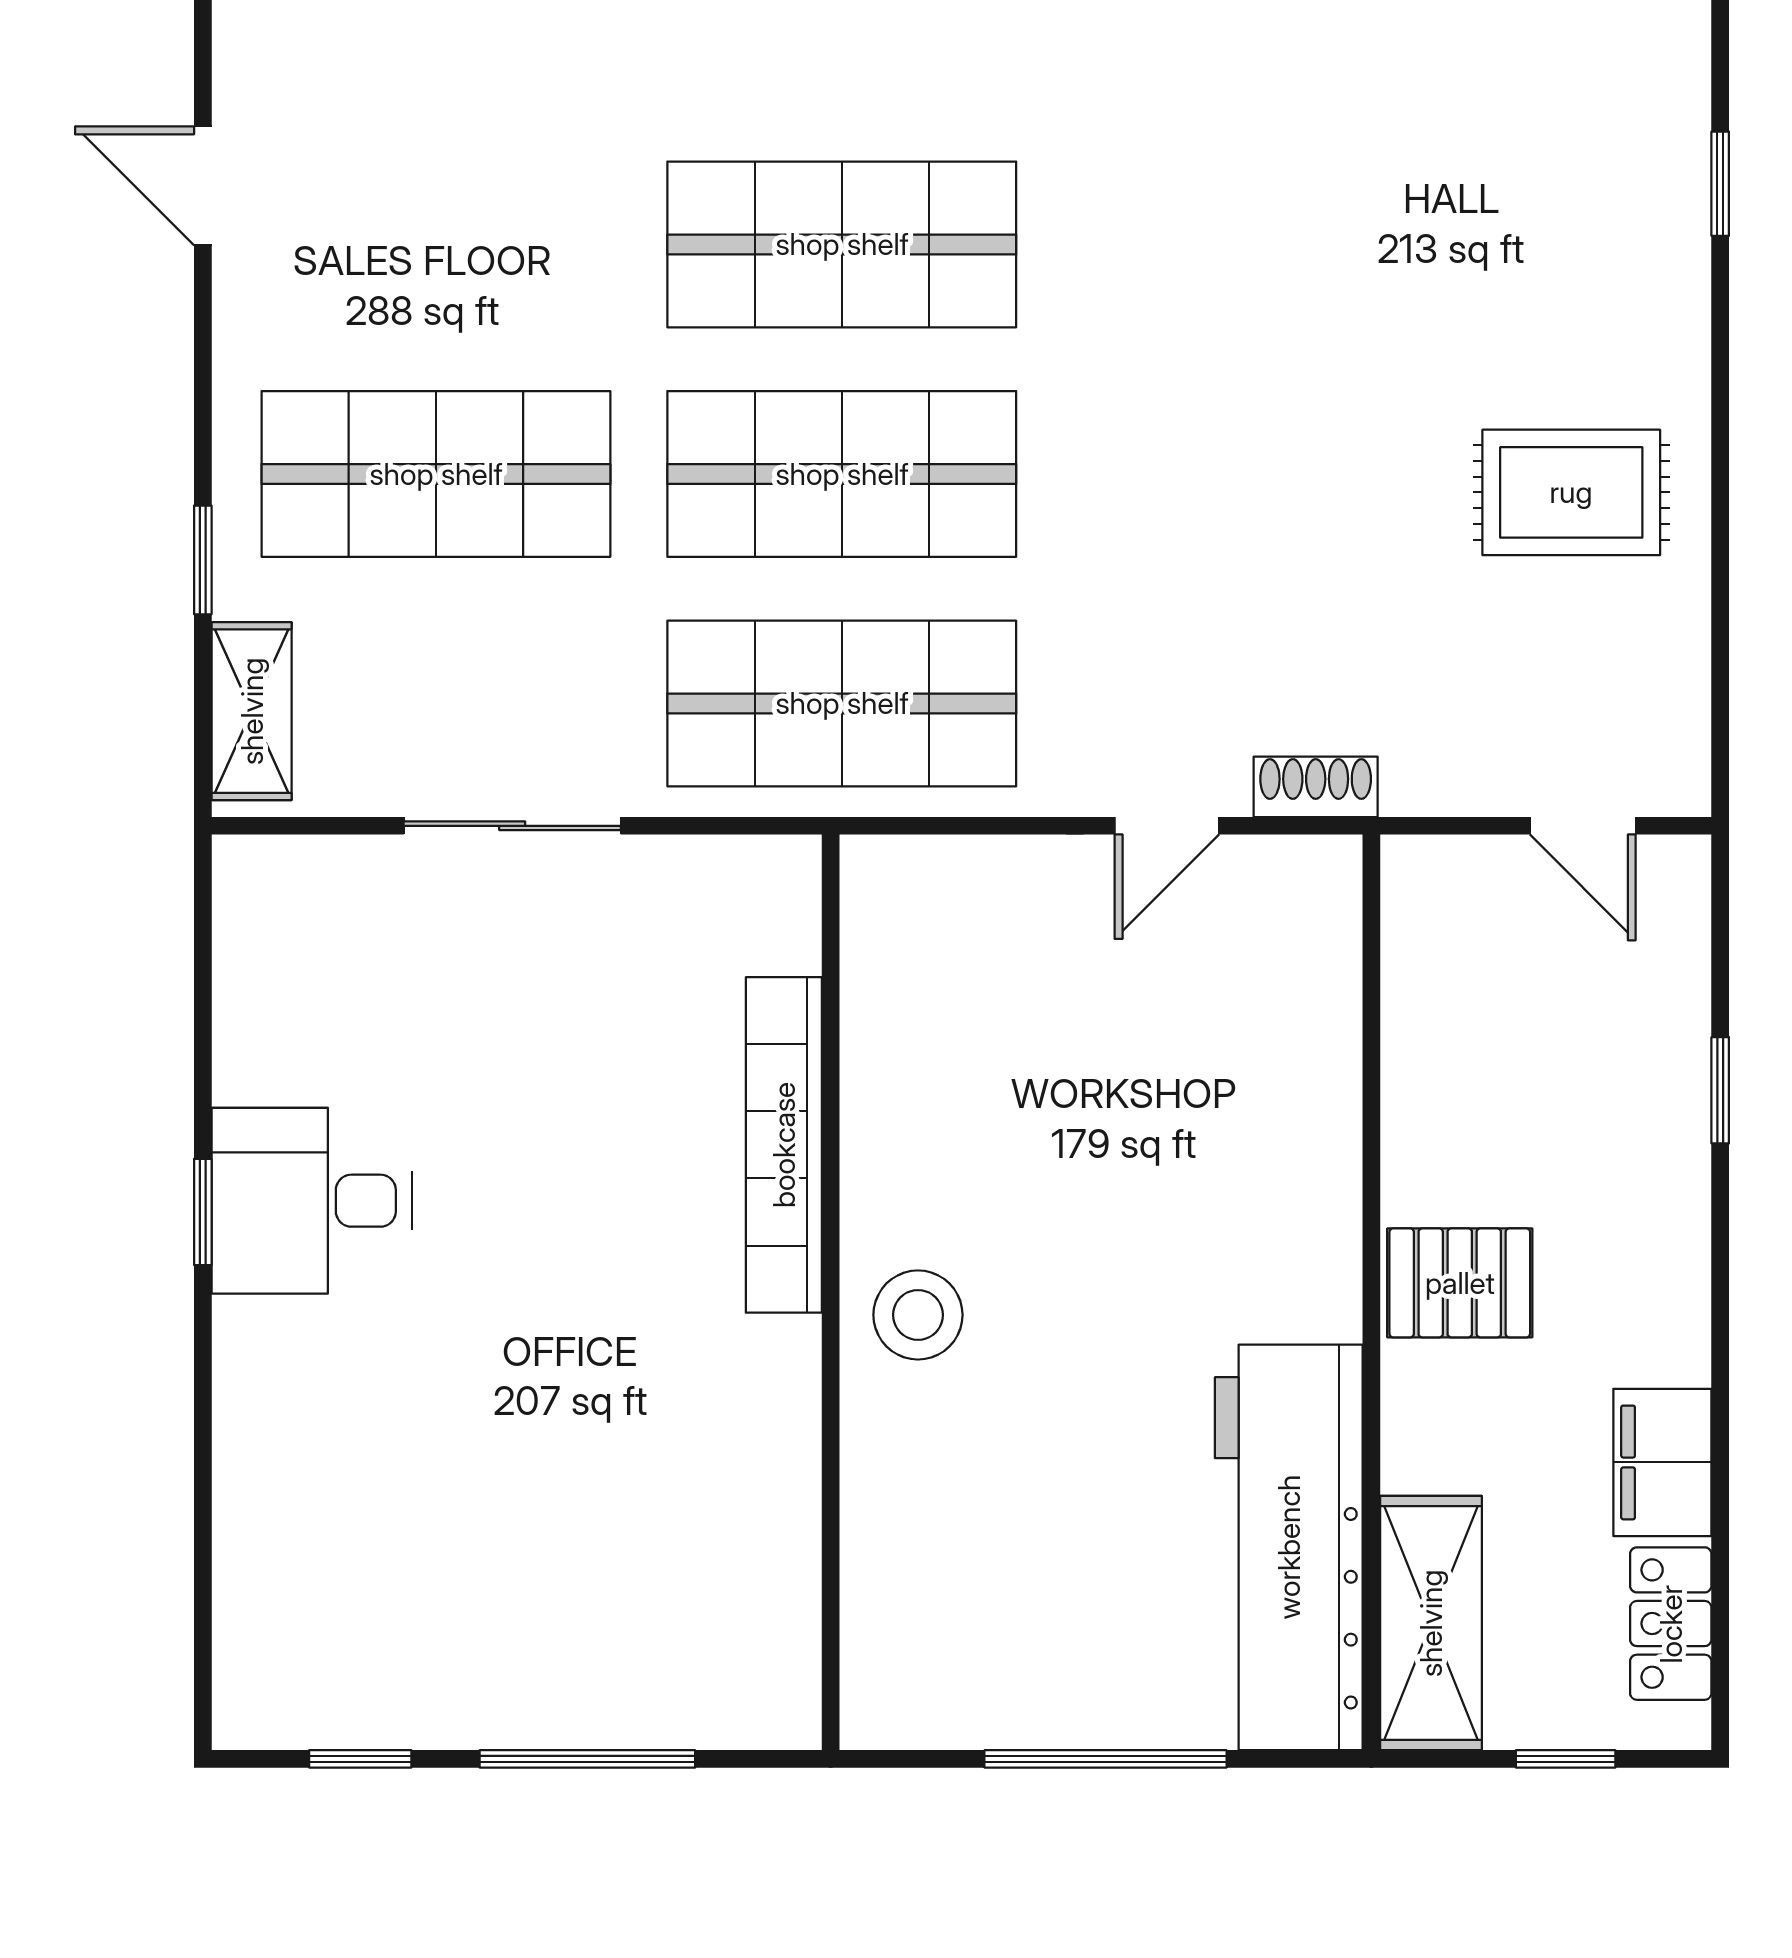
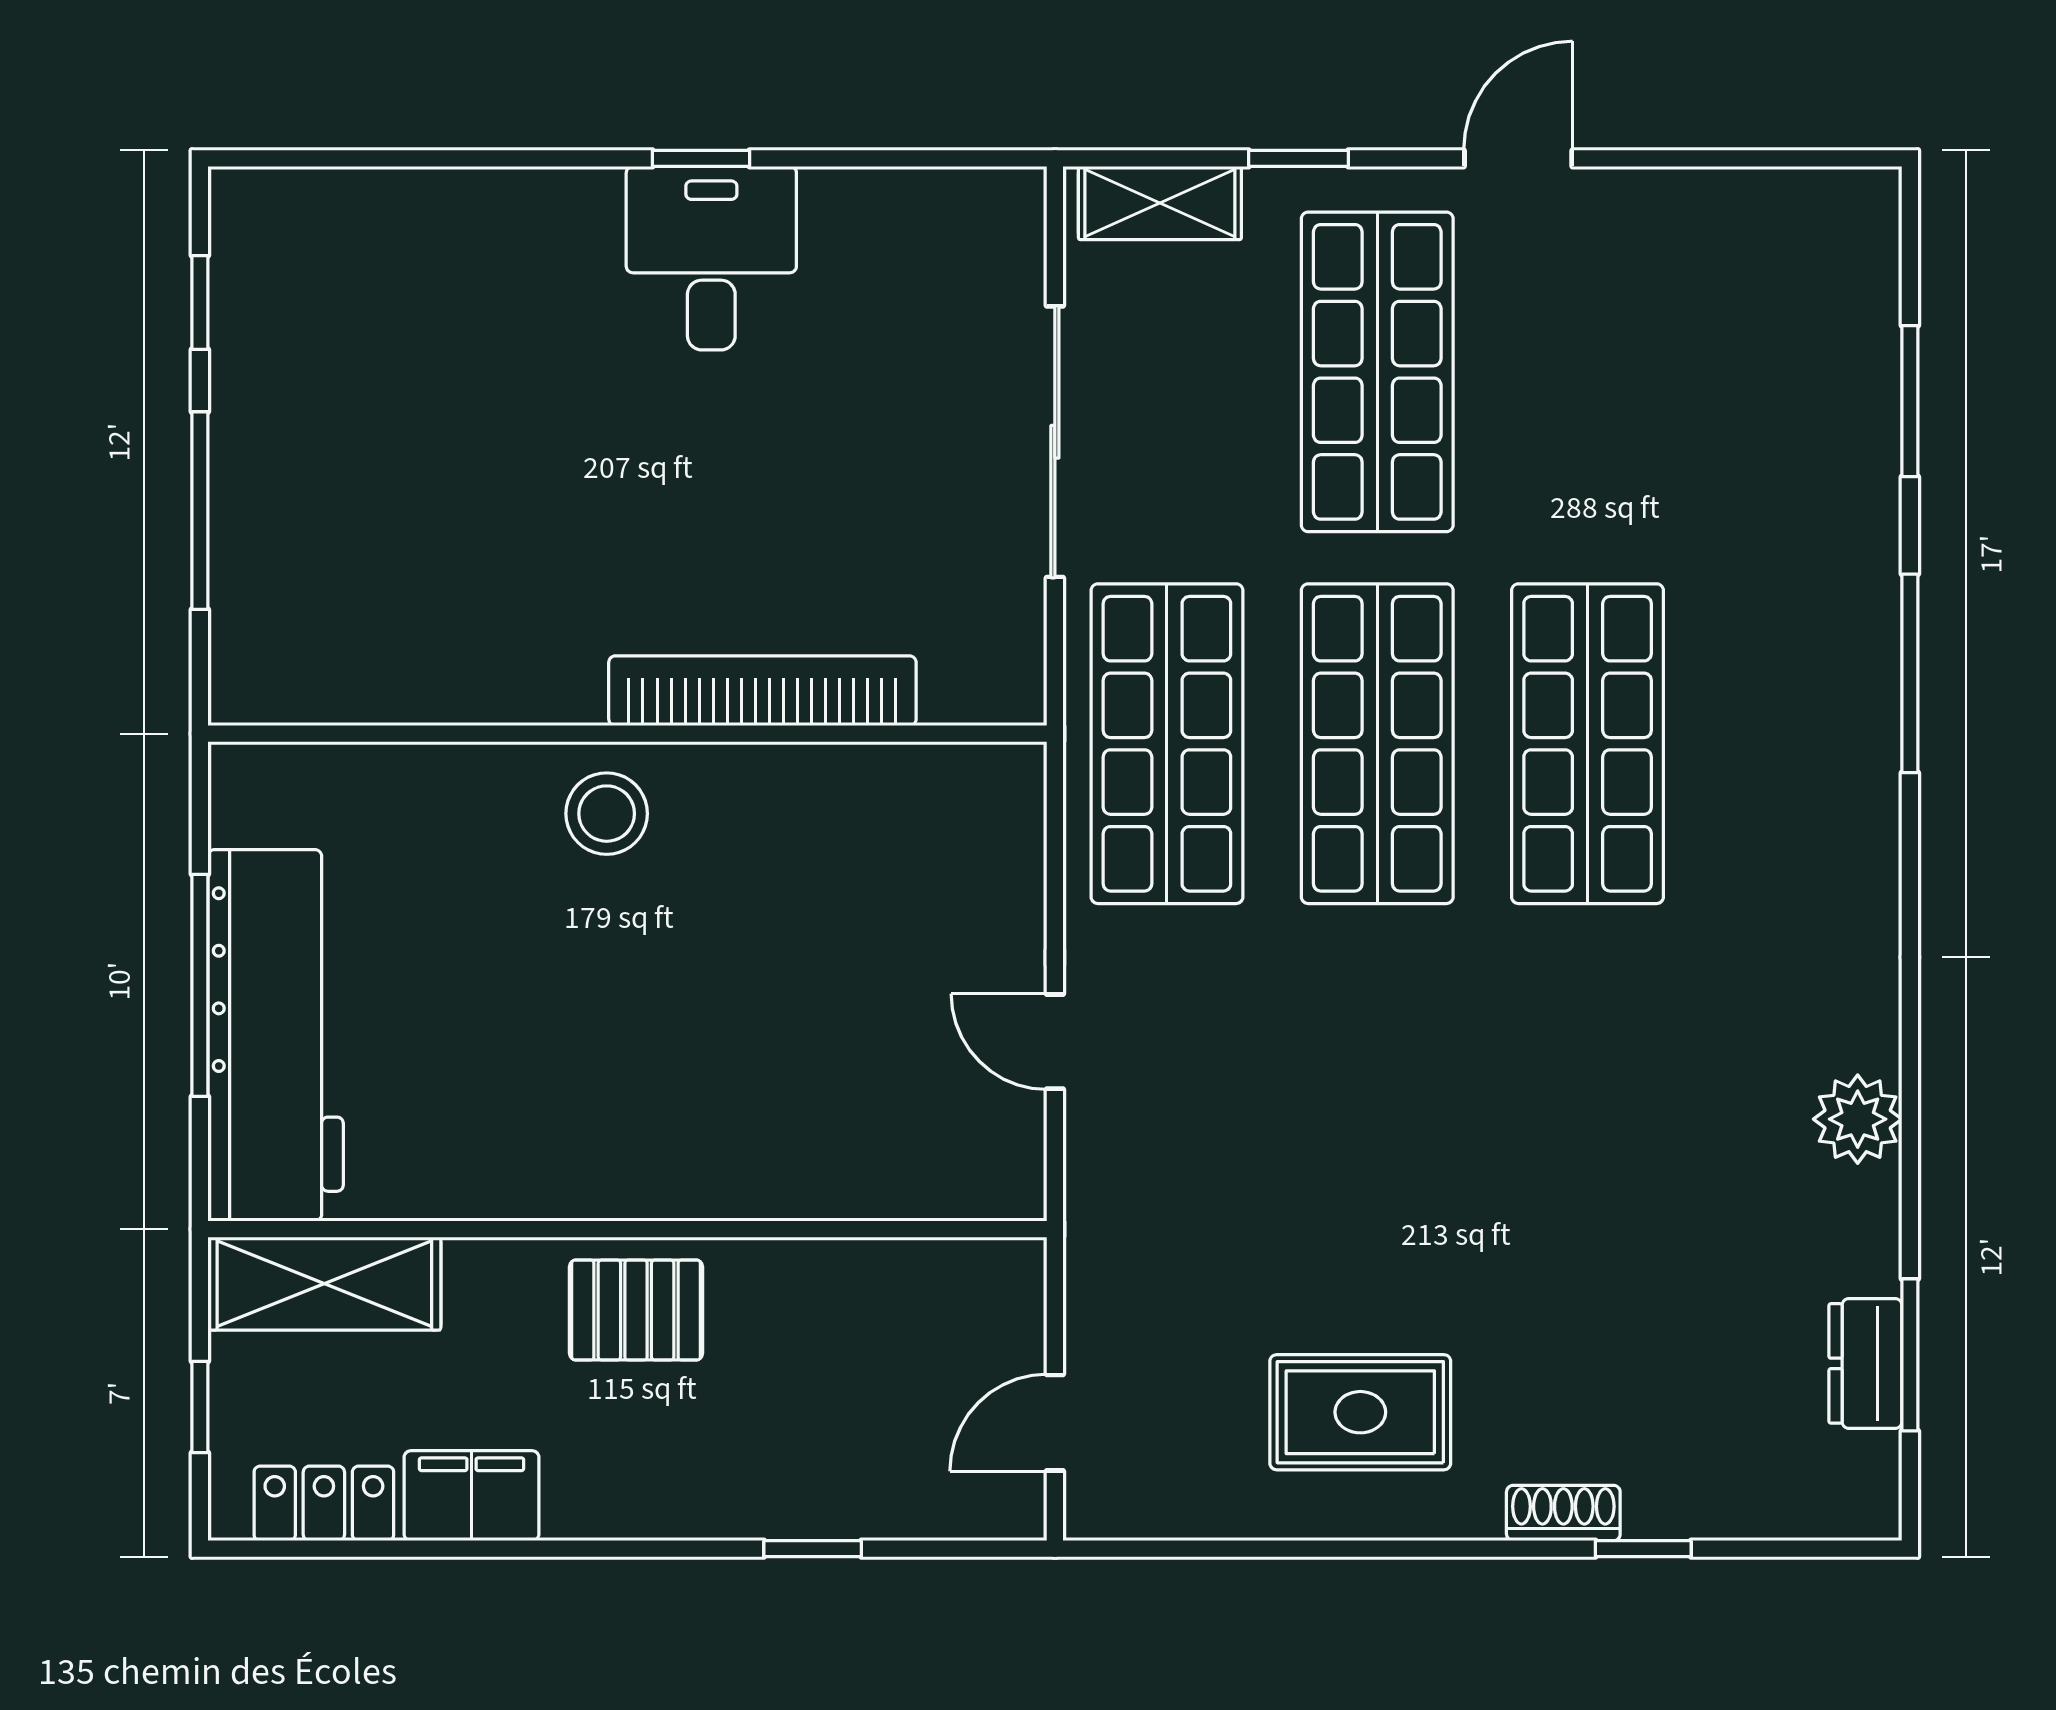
door: (203, 186) -> (1518, 158), moved
rug: (1571, 492) -> (1360, 1412), turned 90
shoe rack: (1316, 787) -> (1563, 1513), moved, turned -90
sliding door: (512, 826) -> (1055, 442), width x1.37
pallet: (1460, 1283) -> (636, 1310), turned 90
workbench: (1289, 1547) -> (276, 1035), moved, turned 90

